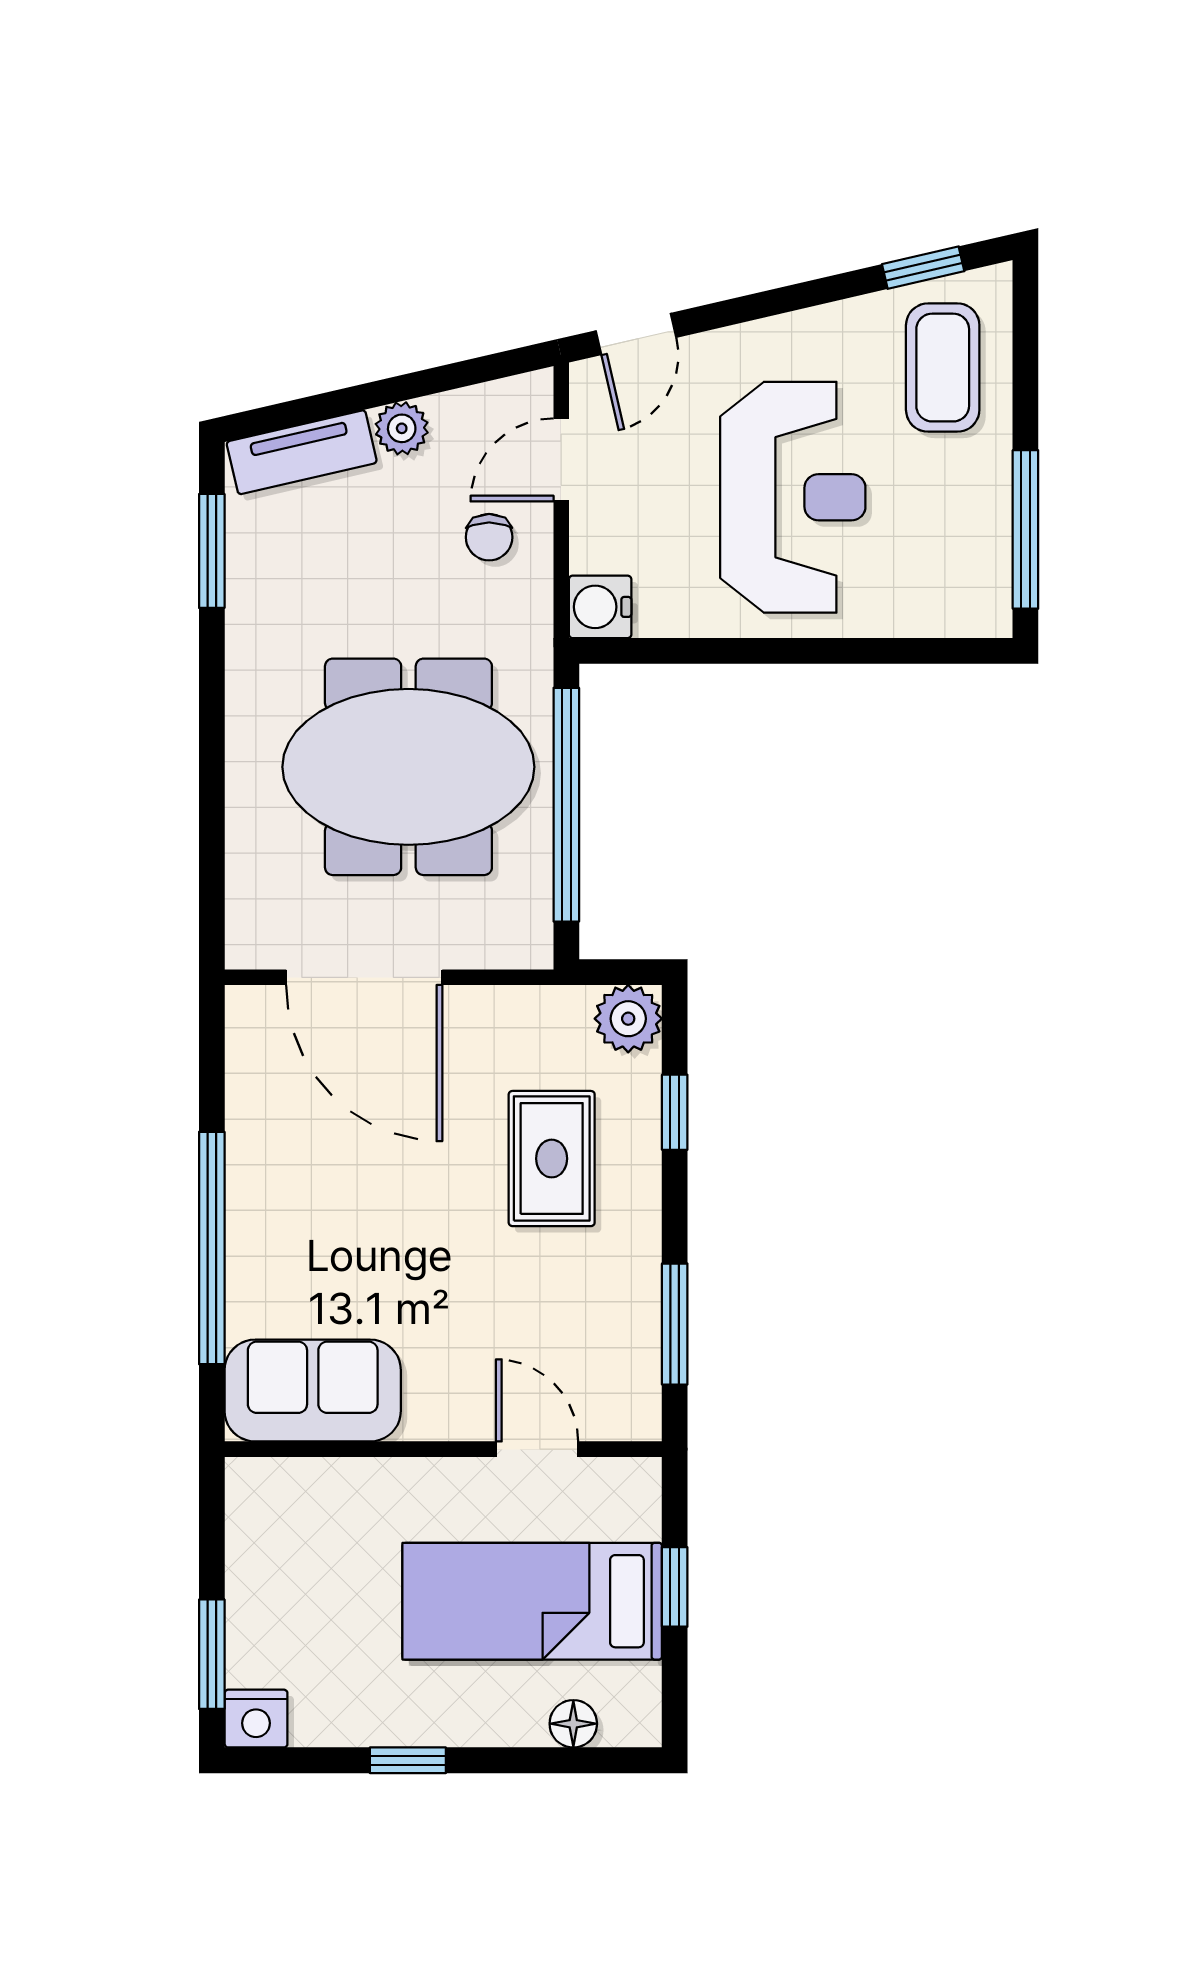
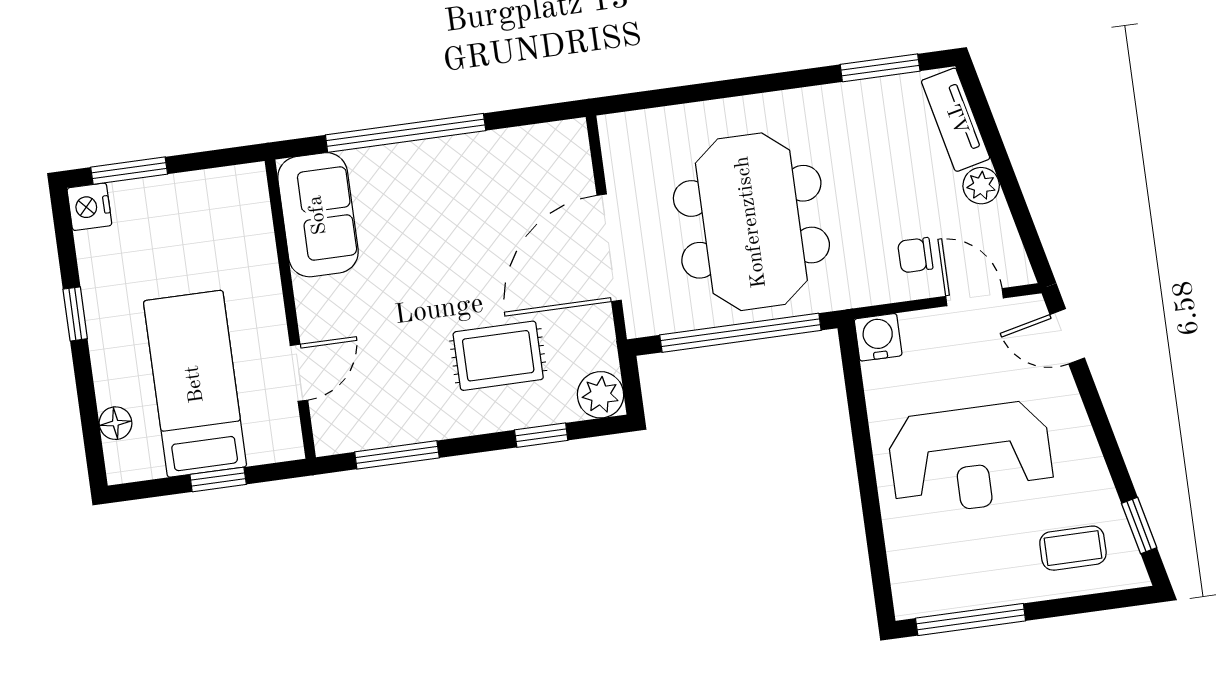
coffee table: (943, 368) -> (1073, 548), width x0.73, depth x0.77
door: (364, 977) -> (609, 248), moved

